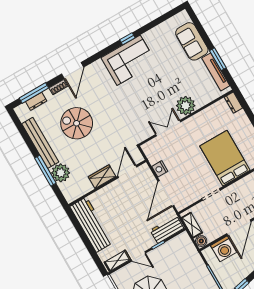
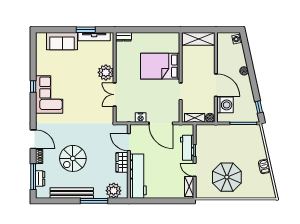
plant: (61, 173) -> (114, 191), moved
workbench: (91, 225) -> (138, 176), moved, turned 90
workbench: (167, 229) -> (187, 148), moved
door: (138, 256) -> (195, 170), swing flipped

